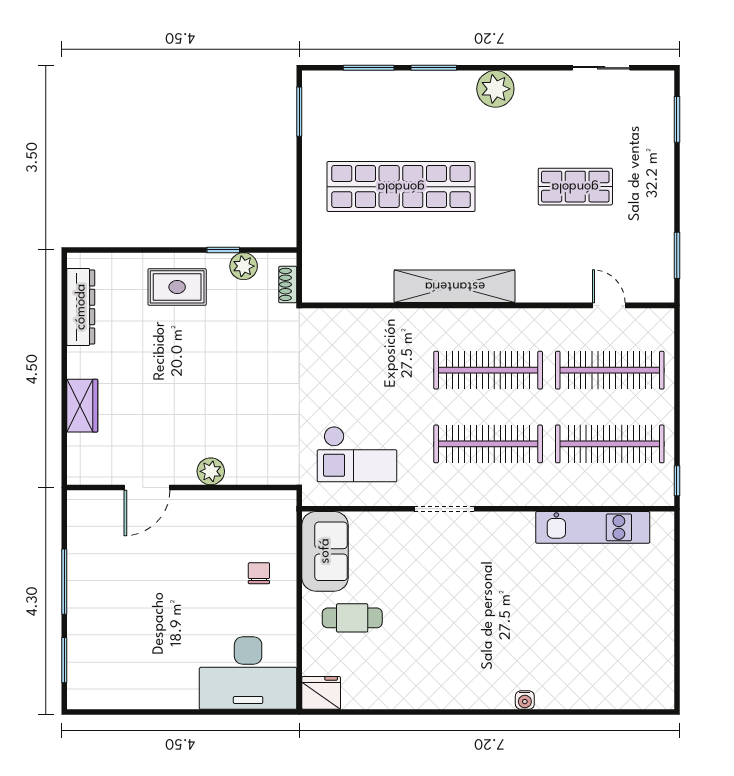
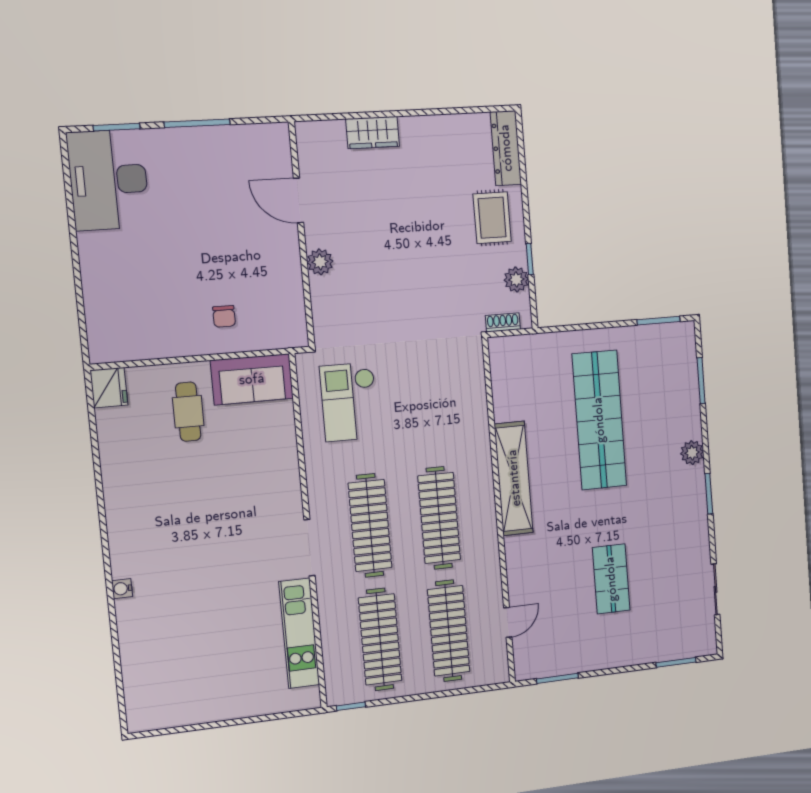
window: (434, 68) -> (709, 494), moved
plant: (495, 89) -> (692, 453), moved, width x0.73, depth x0.73
dresser: (81, 307) -> (506, 148), moved, turned 90
doorway: (444, 509) -> (310, 548), moved
chair: (259, 573) -> (224, 316), turned 90
desk: (248, 673) -> (108, 180), moved

